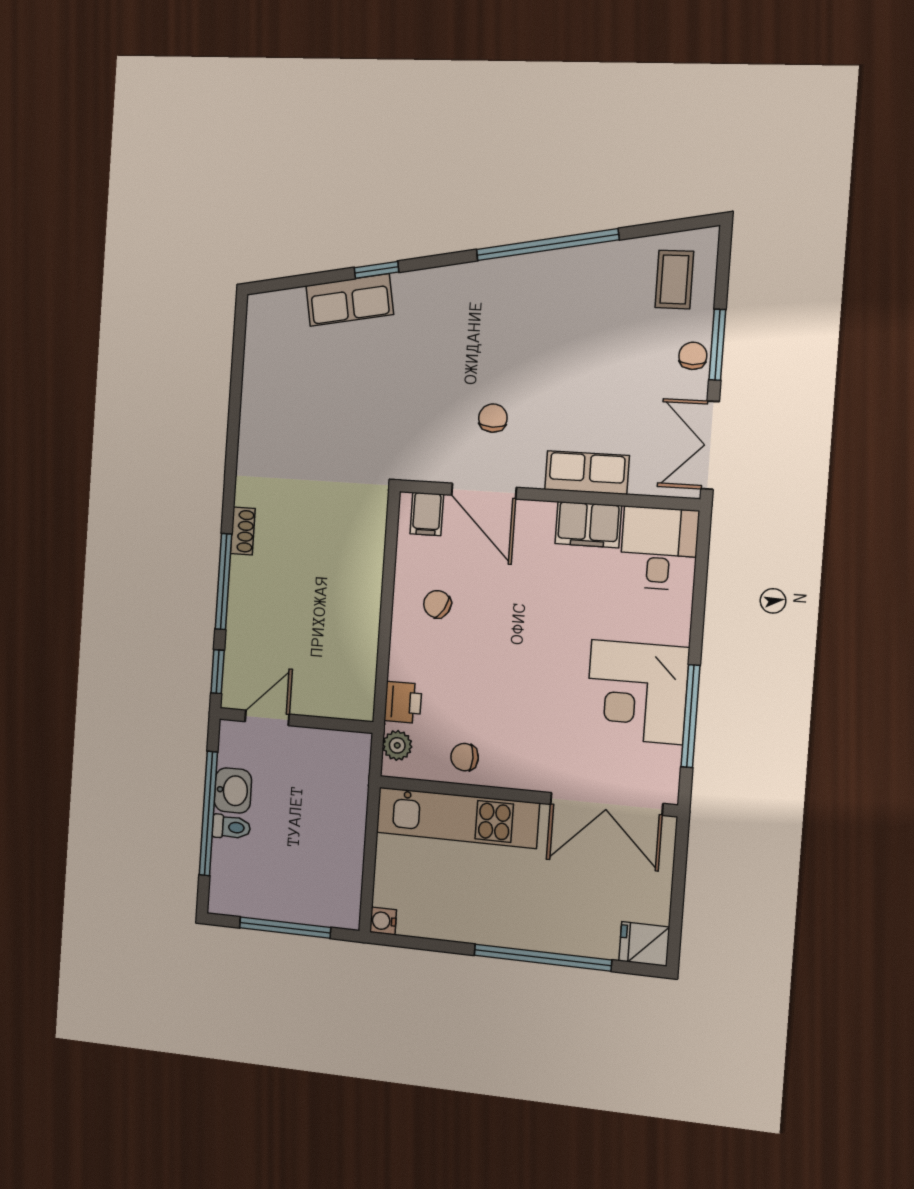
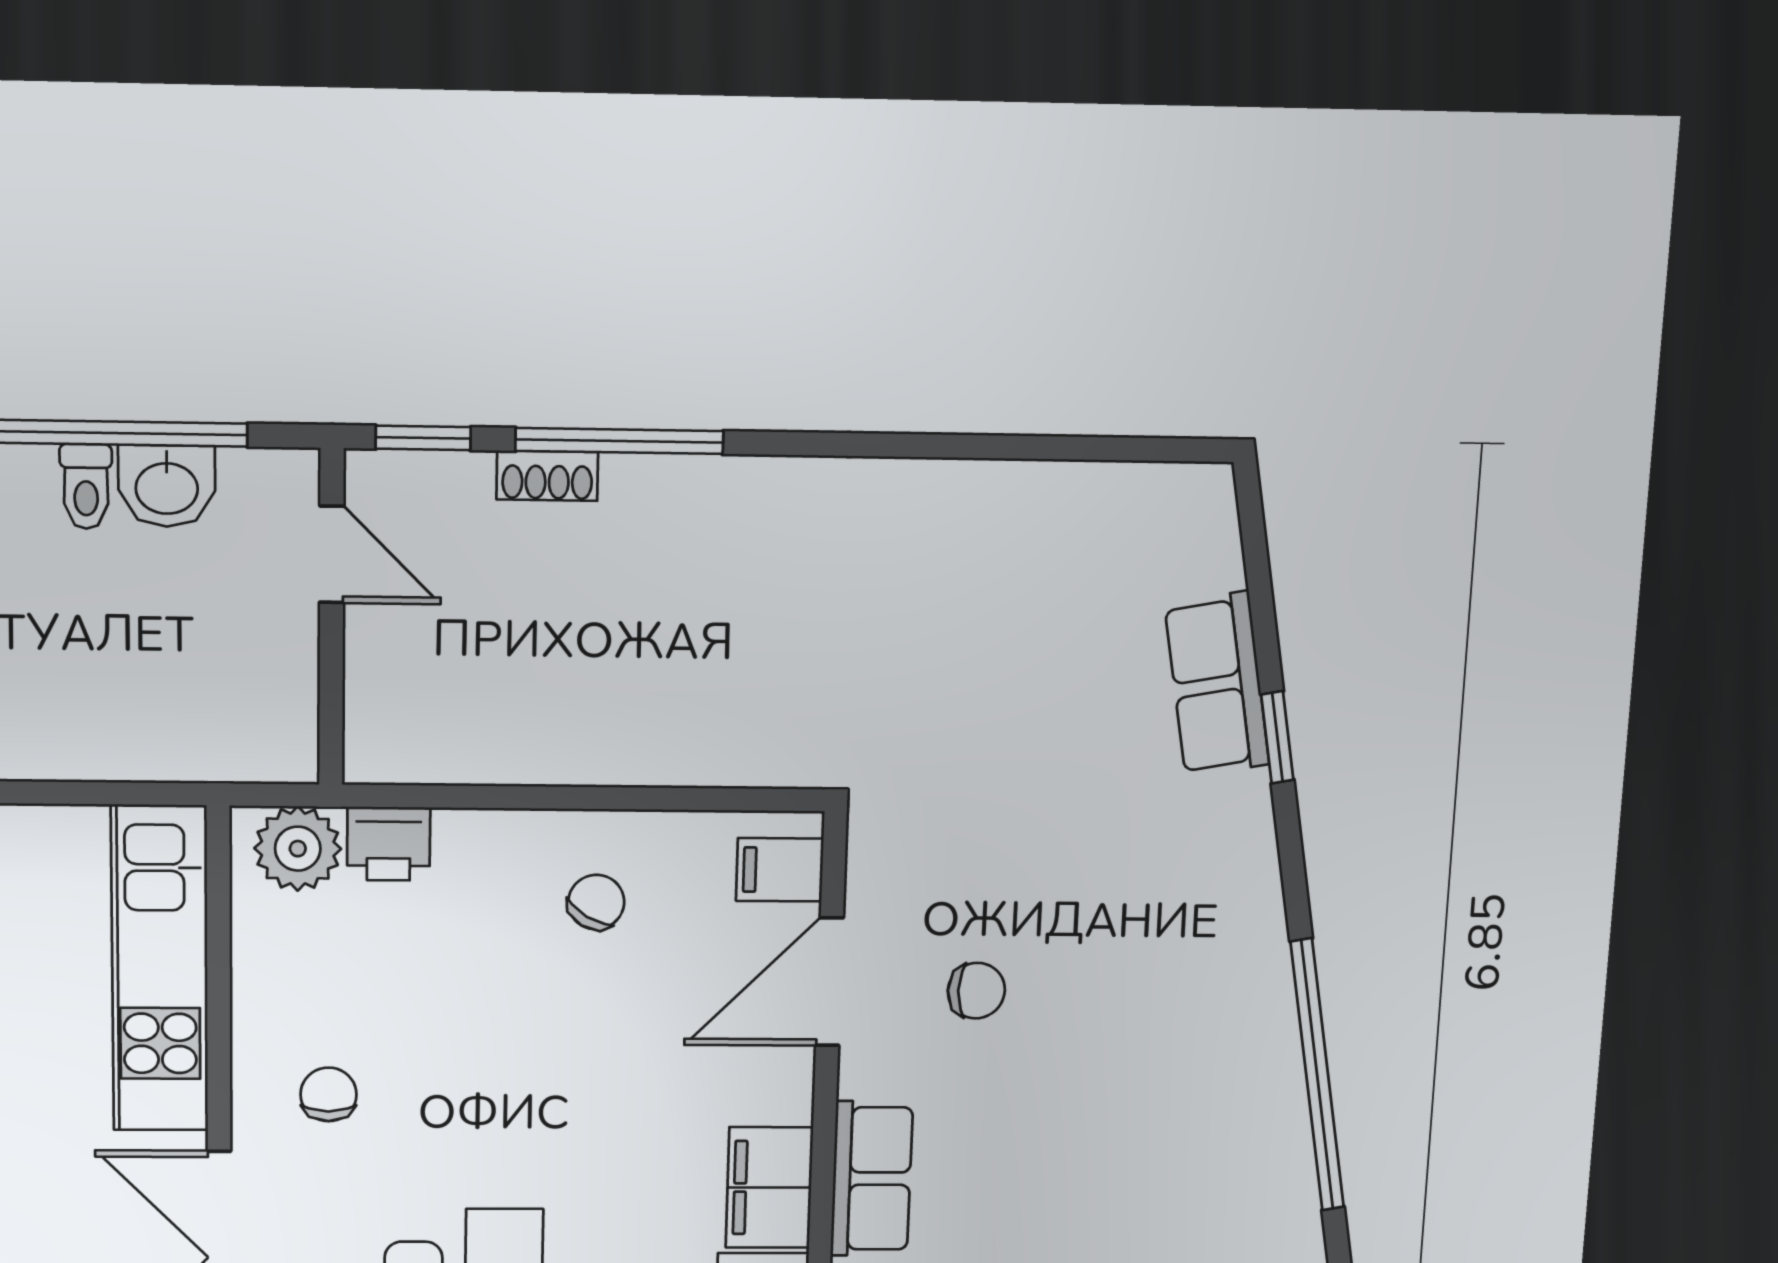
shoe rack: (243, 531) -> (547, 476), moved
plant: (397, 745) -> (298, 849), width x1.38, depth x1.38
chair: (465, 757) -> (329, 1094), moved

